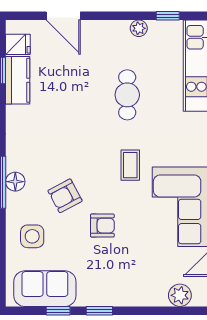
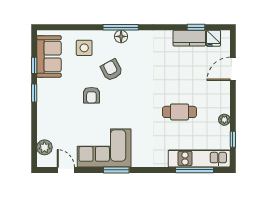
coffee table: (130, 165) -> (132, 114), removed

